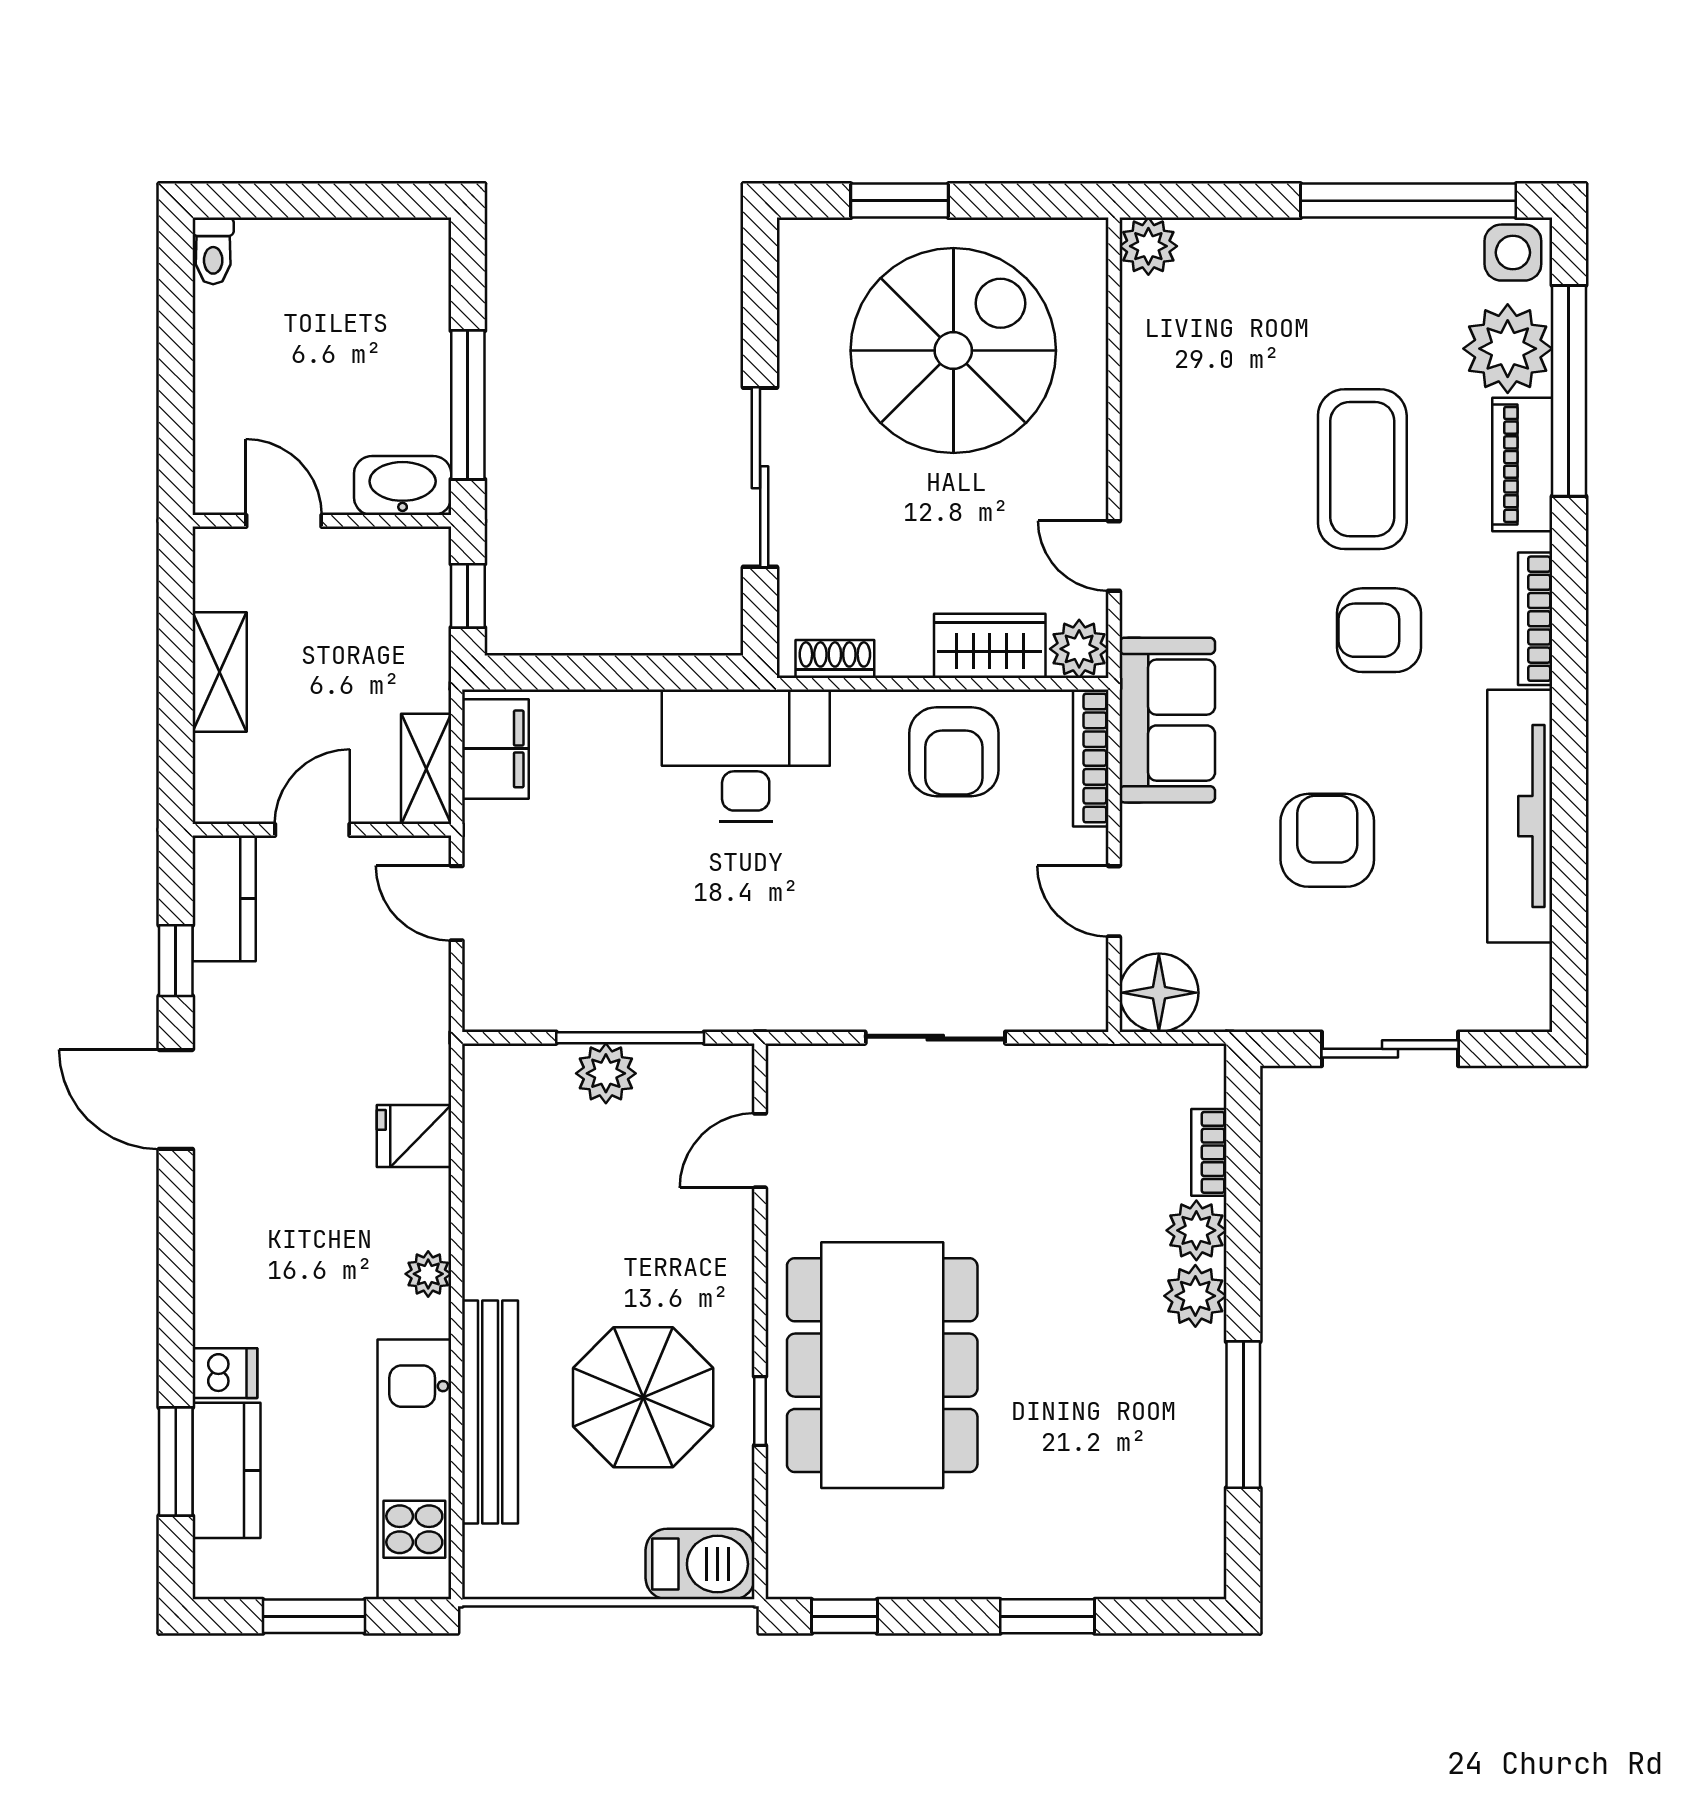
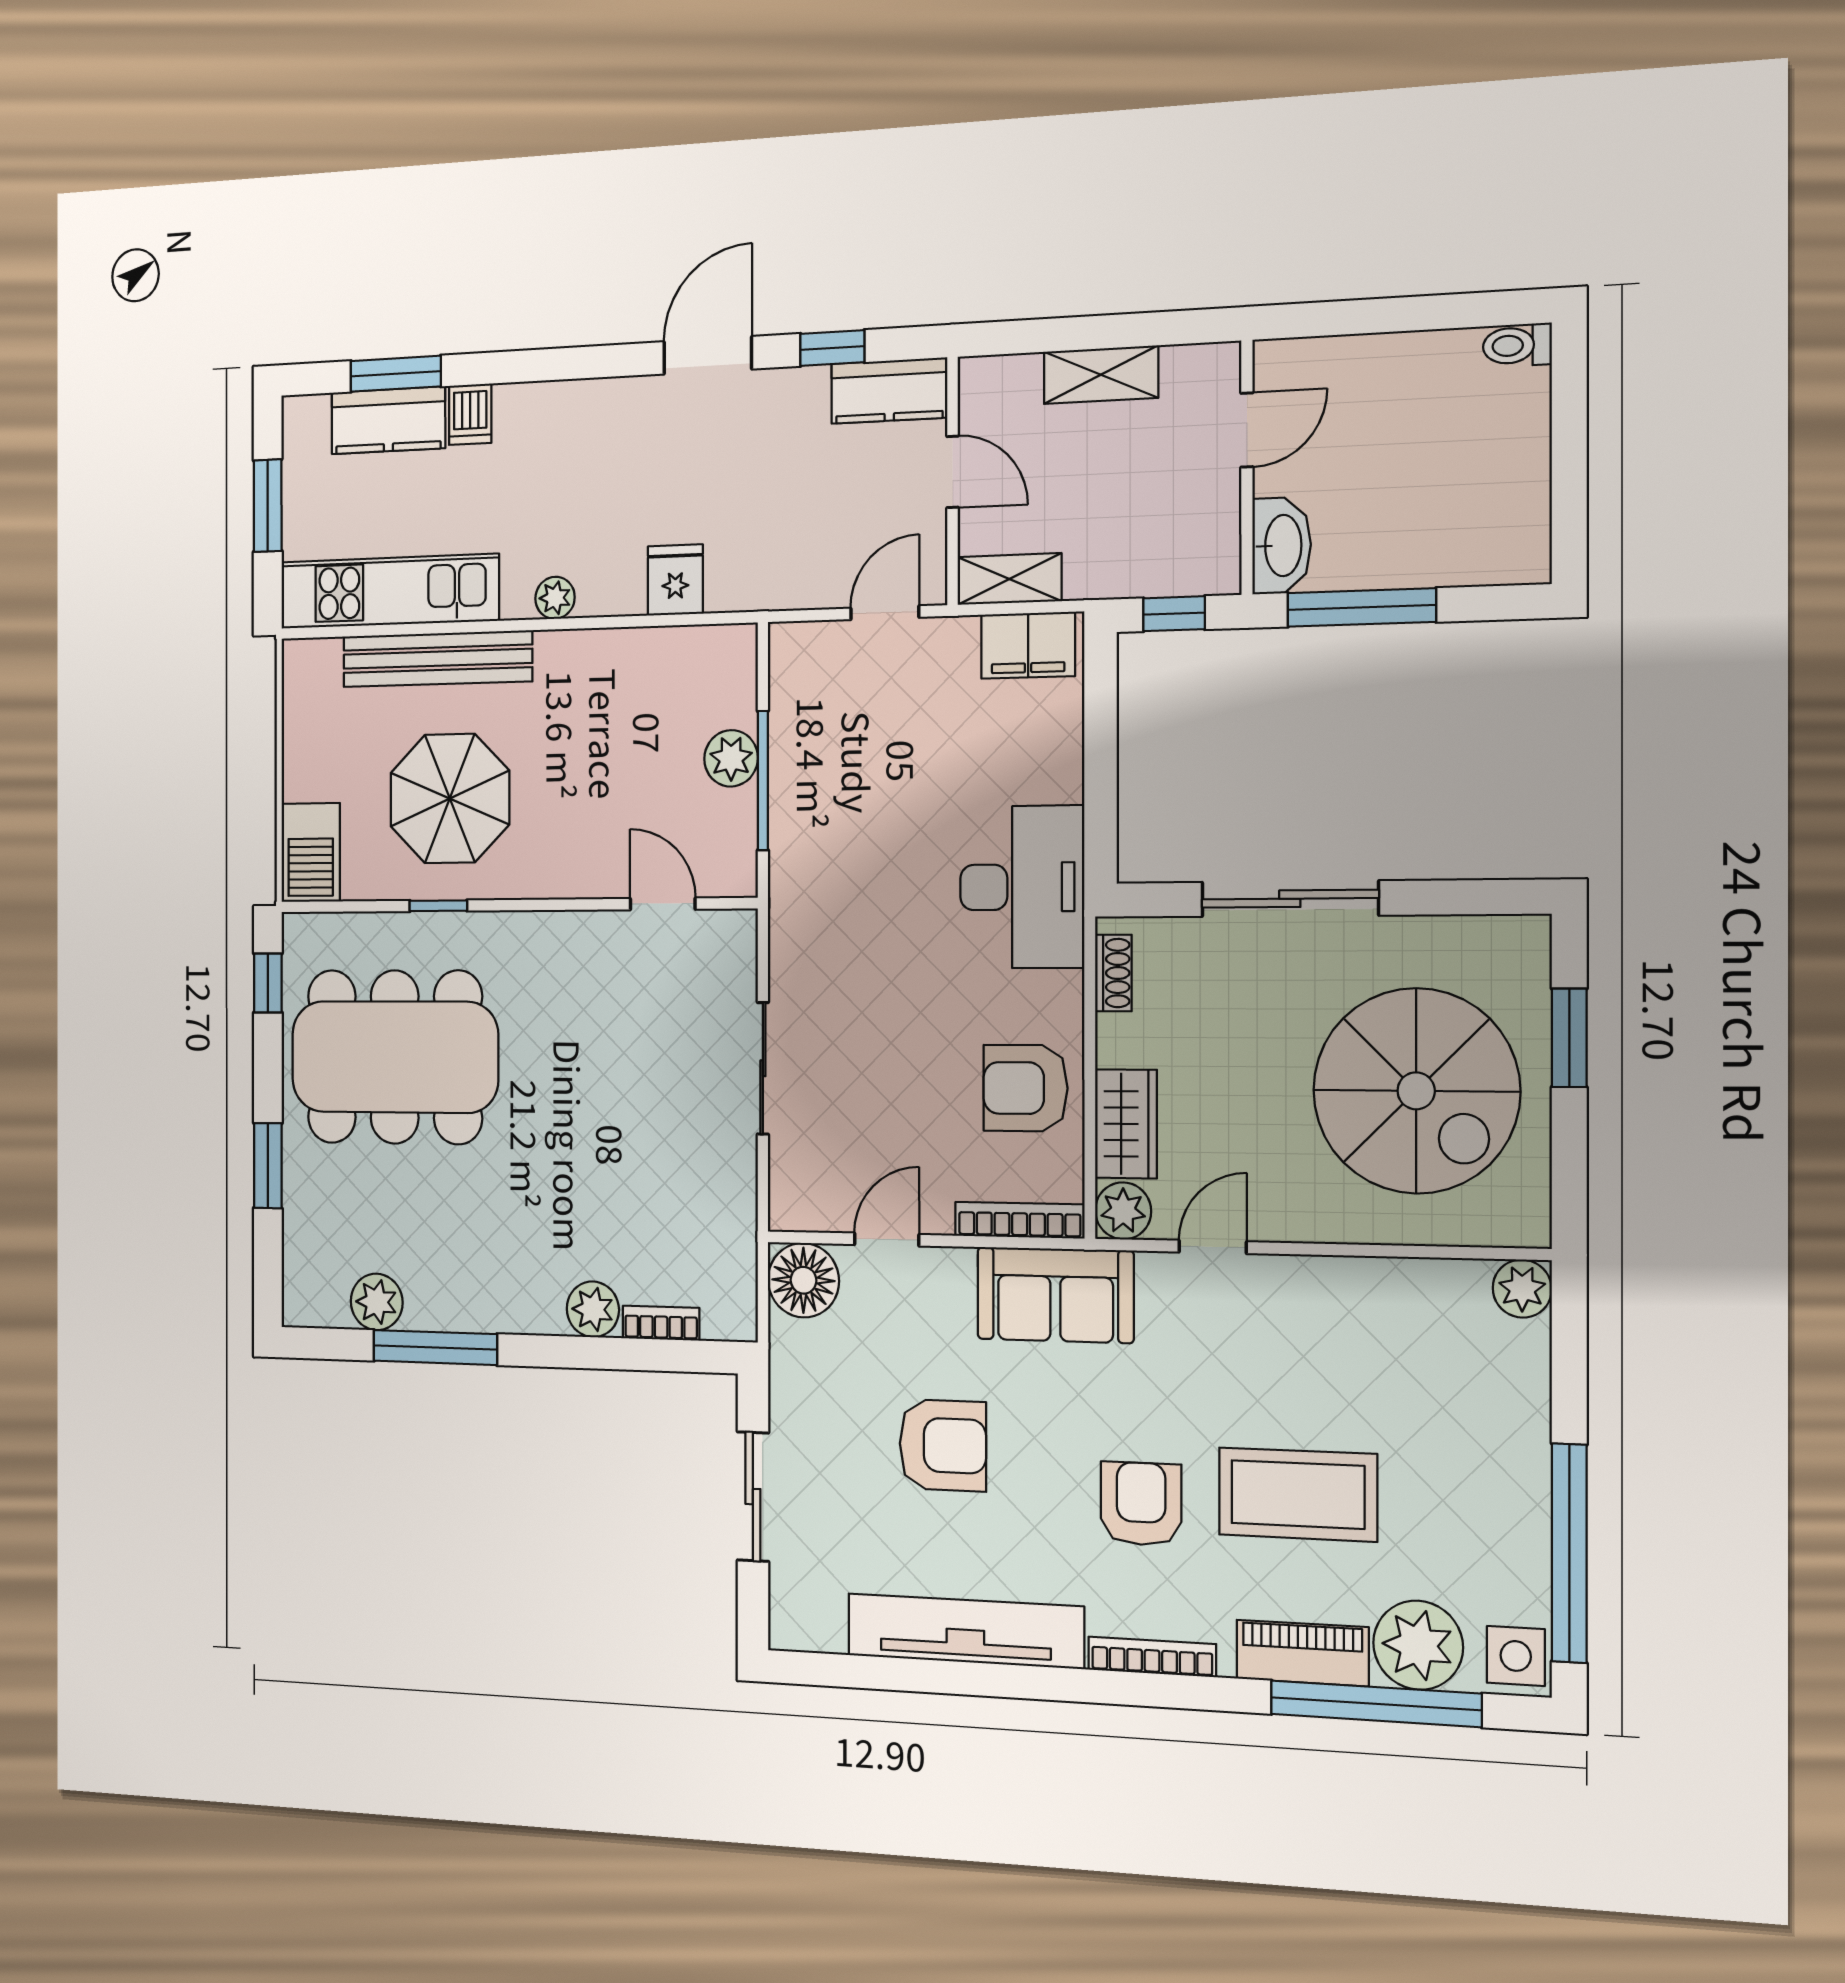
plant: (1195, 1296) -> (377, 1302), moved
dining table: (882, 1365) -> (395, 1057), moved

